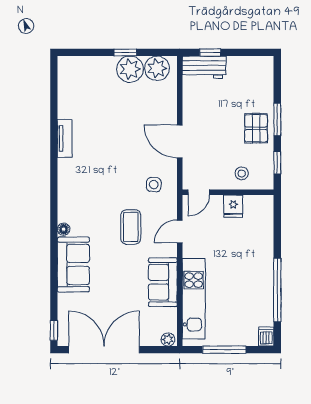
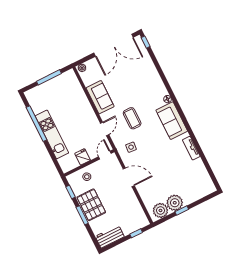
workbench: (204, 67) -> (110, 236), moved
pallet: (256, 128) -> (91, 205), width x1.50, depth x1.42
sofa: (73, 264) -> (172, 121), moved
kitchen unit: (194, 299) -> (52, 134), moved, turned 180
dishwasher: (266, 337) -> (30, 96), removed

